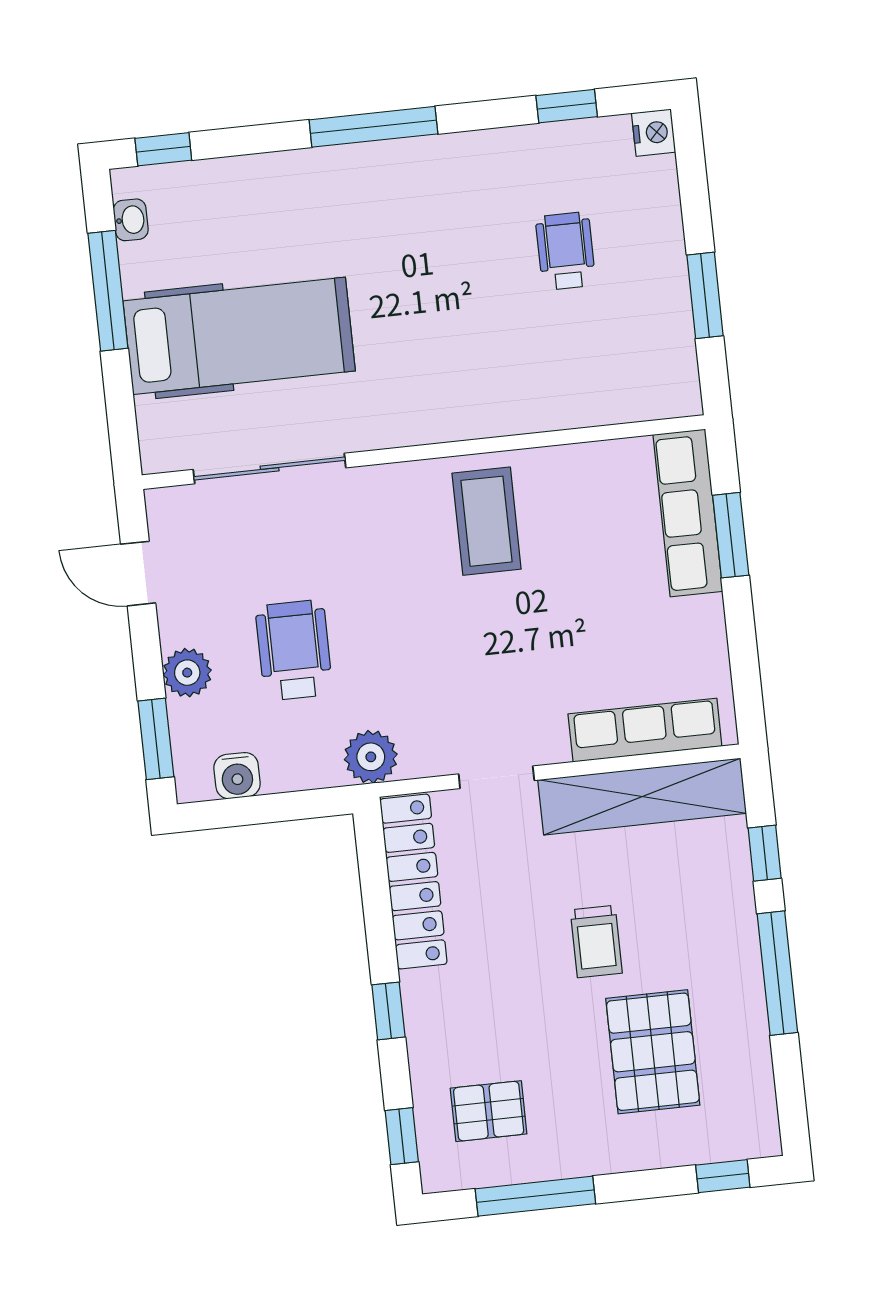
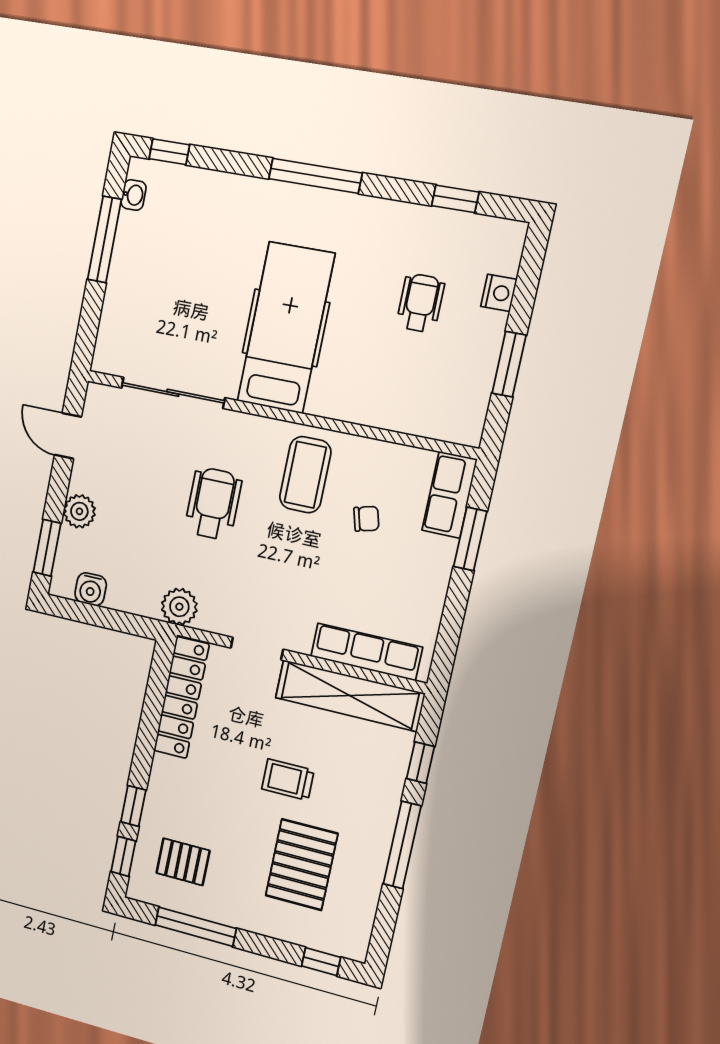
nightstand: (654, 133) -> (499, 293), moved
hospital bed: (239, 336) -> (286, 328), moved, turned -90
row of seats: (688, 513) -> (449, 495), width x0.68
chair: (587, 553) -> (366, 519), added
wheelchair: (294, 650) -> (213, 504), moved
trolley: (596, 941) -> (288, 780), turned 90
window: (388, 1011) -> (133, 806), moved

